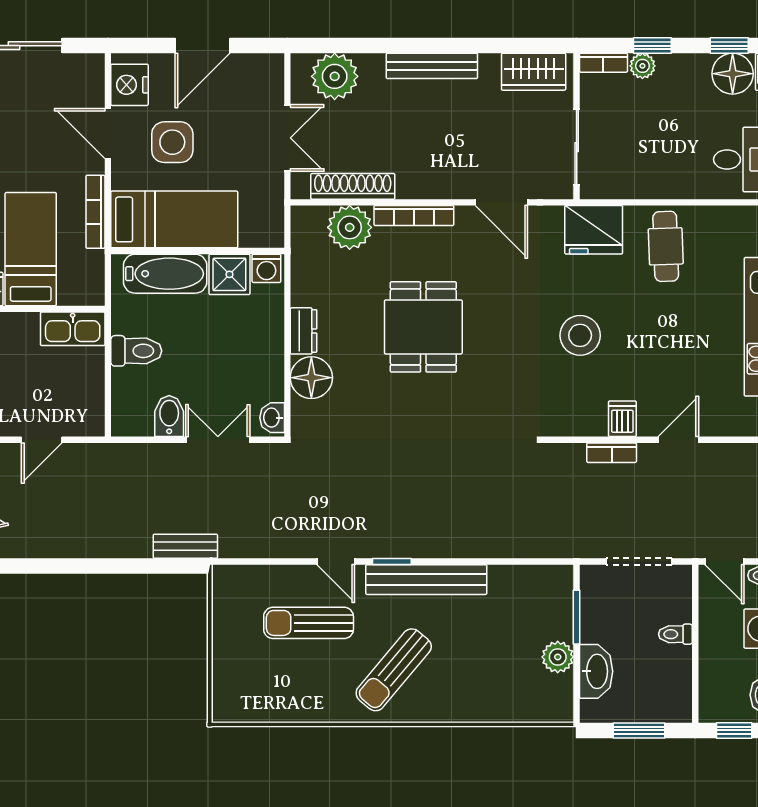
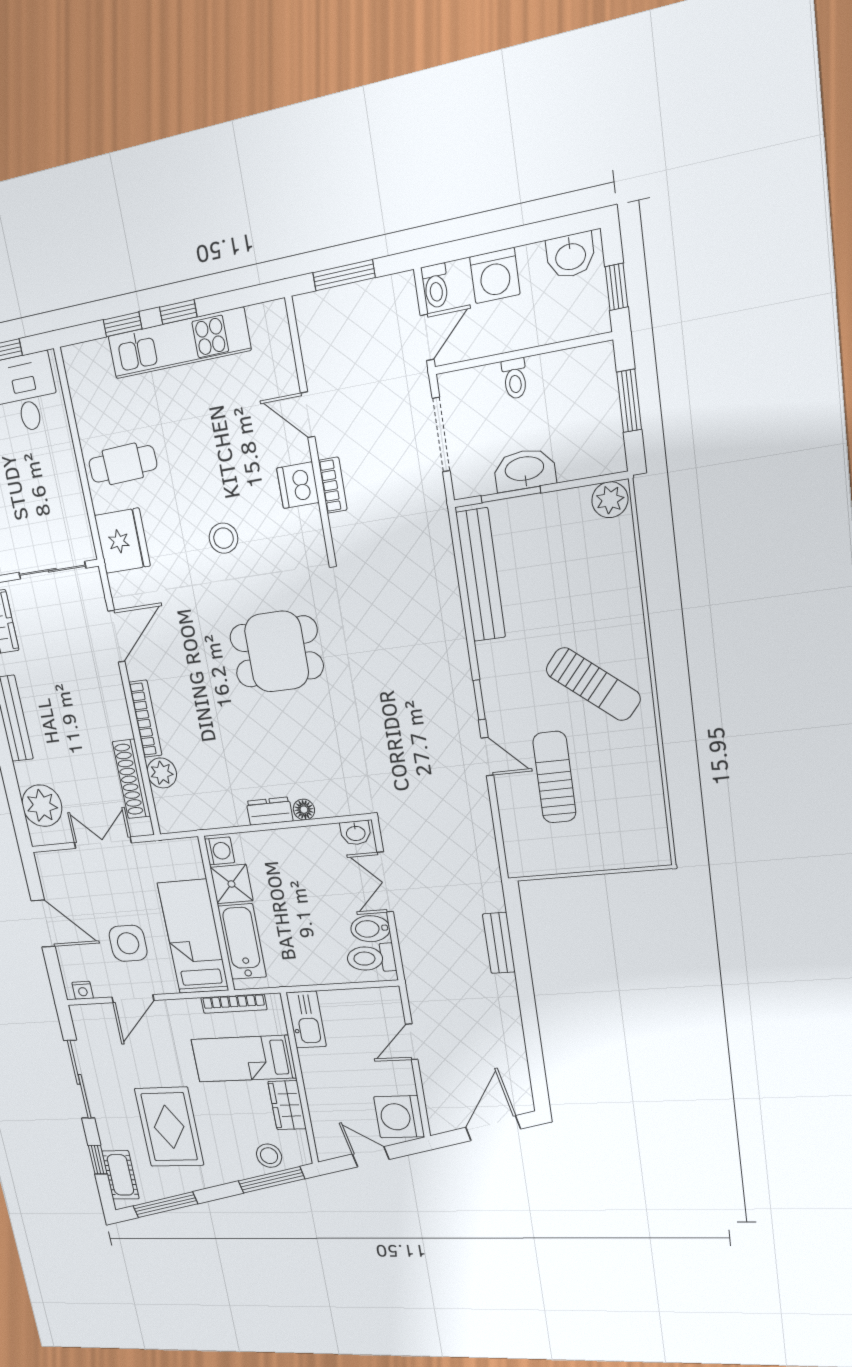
nightstand: (129, 85) -> (83, 990), width x0.53, depth x0.56
bookcase: (95, 212) -> (234, 1004), moved
plant: (350, 227) -> (162, 773), width x0.73, depth x0.73
dining table: (423, 327) -> (277, 652), moved
stool: (580, 335) -> (223, 538), width x0.73, depth x0.73
toilet: (136, 351) -> (371, 958), moved, turned -90
floor lamp: (311, 378) -> (304, 810), width x0.53, depth x0.53
dishwasher: (622, 419) -> (298, 485), width x1.38
door: (42, 440) -> (412, 1042), swing flipped
bench: (185, 546) -> (499, 943), moved
door: (336, 561) -> (487, 757), hinge flipped
bench: (426, 580) -> (481, 575), moved
sun lounger: (309, 623) -> (554, 777), turned 180
plant: (558, 657) -> (610, 500), moved
washbasin: (596, 671) -> (525, 470), moved

